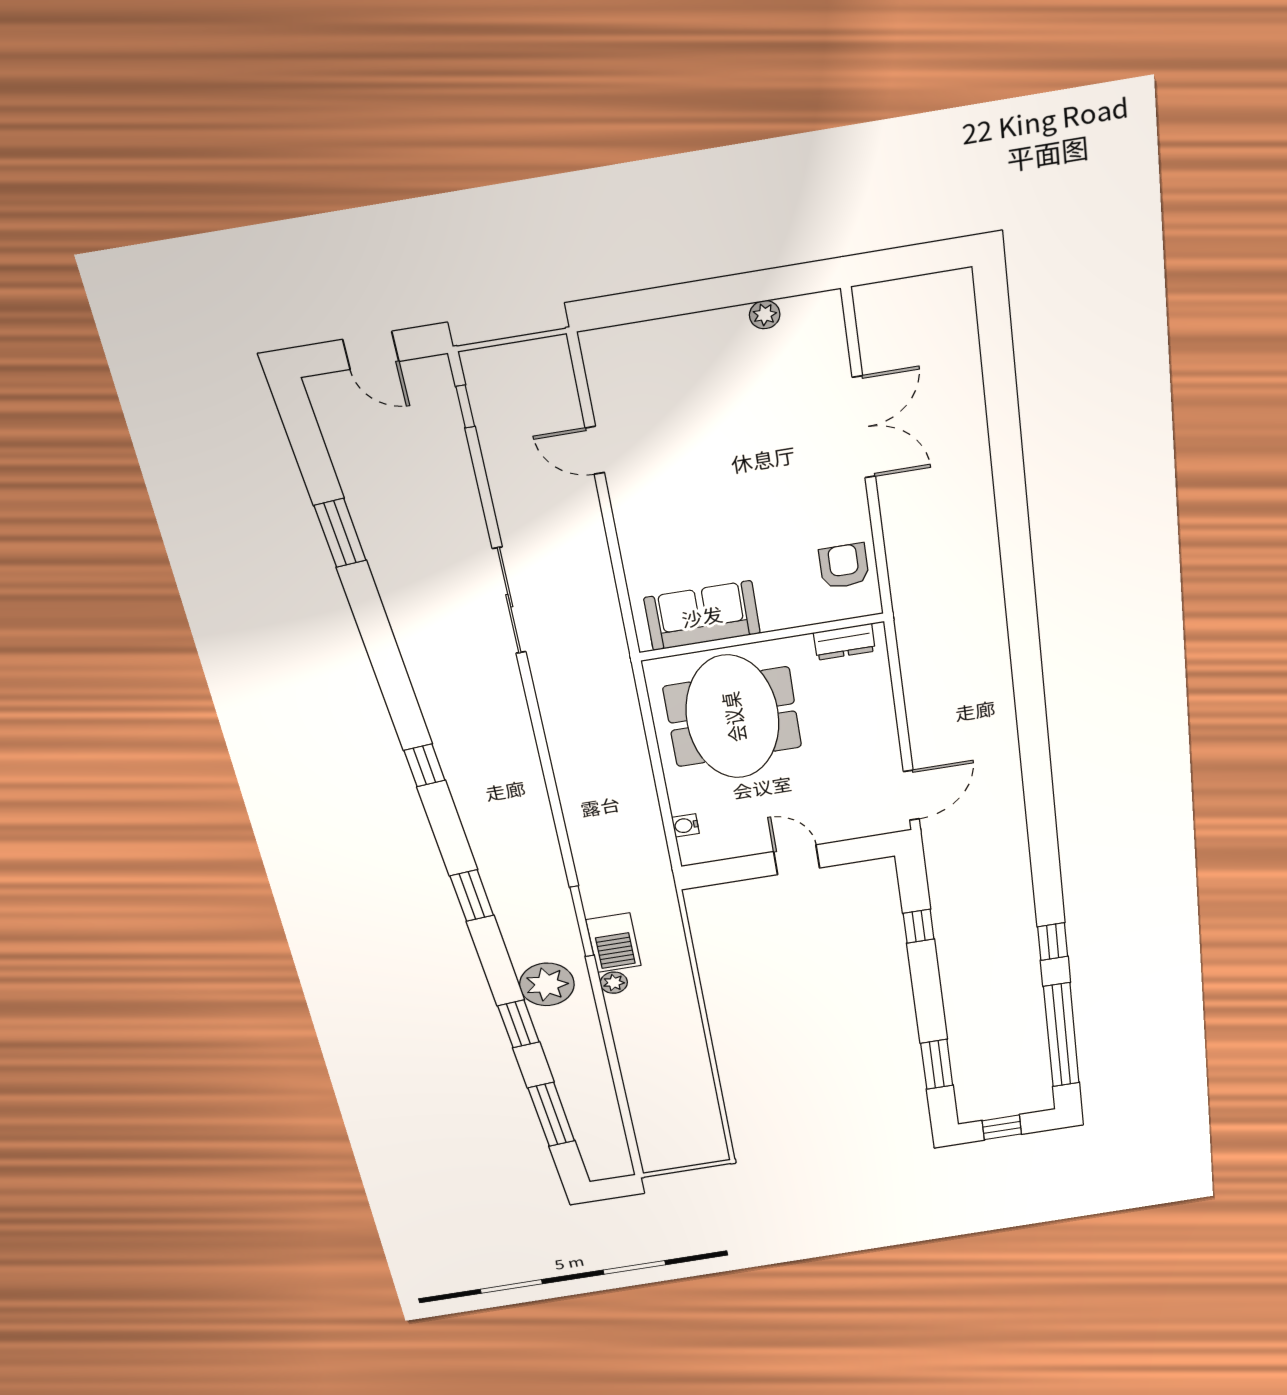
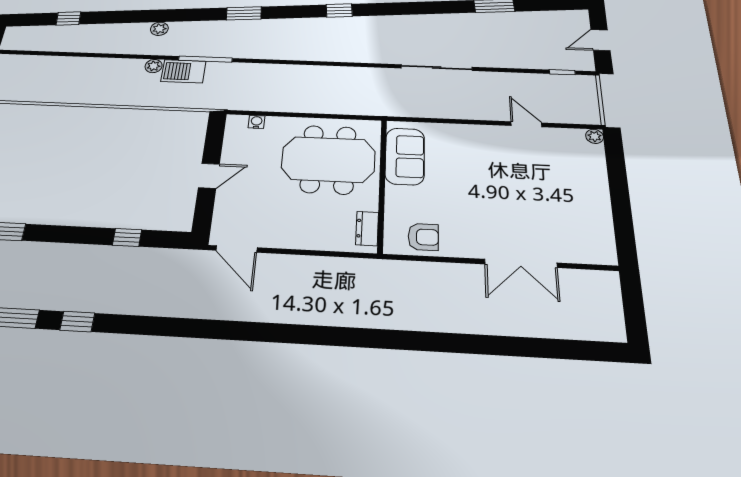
plant: (765, 315) -> (595, 136), moved
door: (595, 450) -> (526, 124), hinge flipped
plant: (547, 984) -> (159, 29), width x0.53, depth x0.53
window: (518, 1024) -> (144, 16), removed
window: (551, 1114) -> (68, 18), width x0.46

